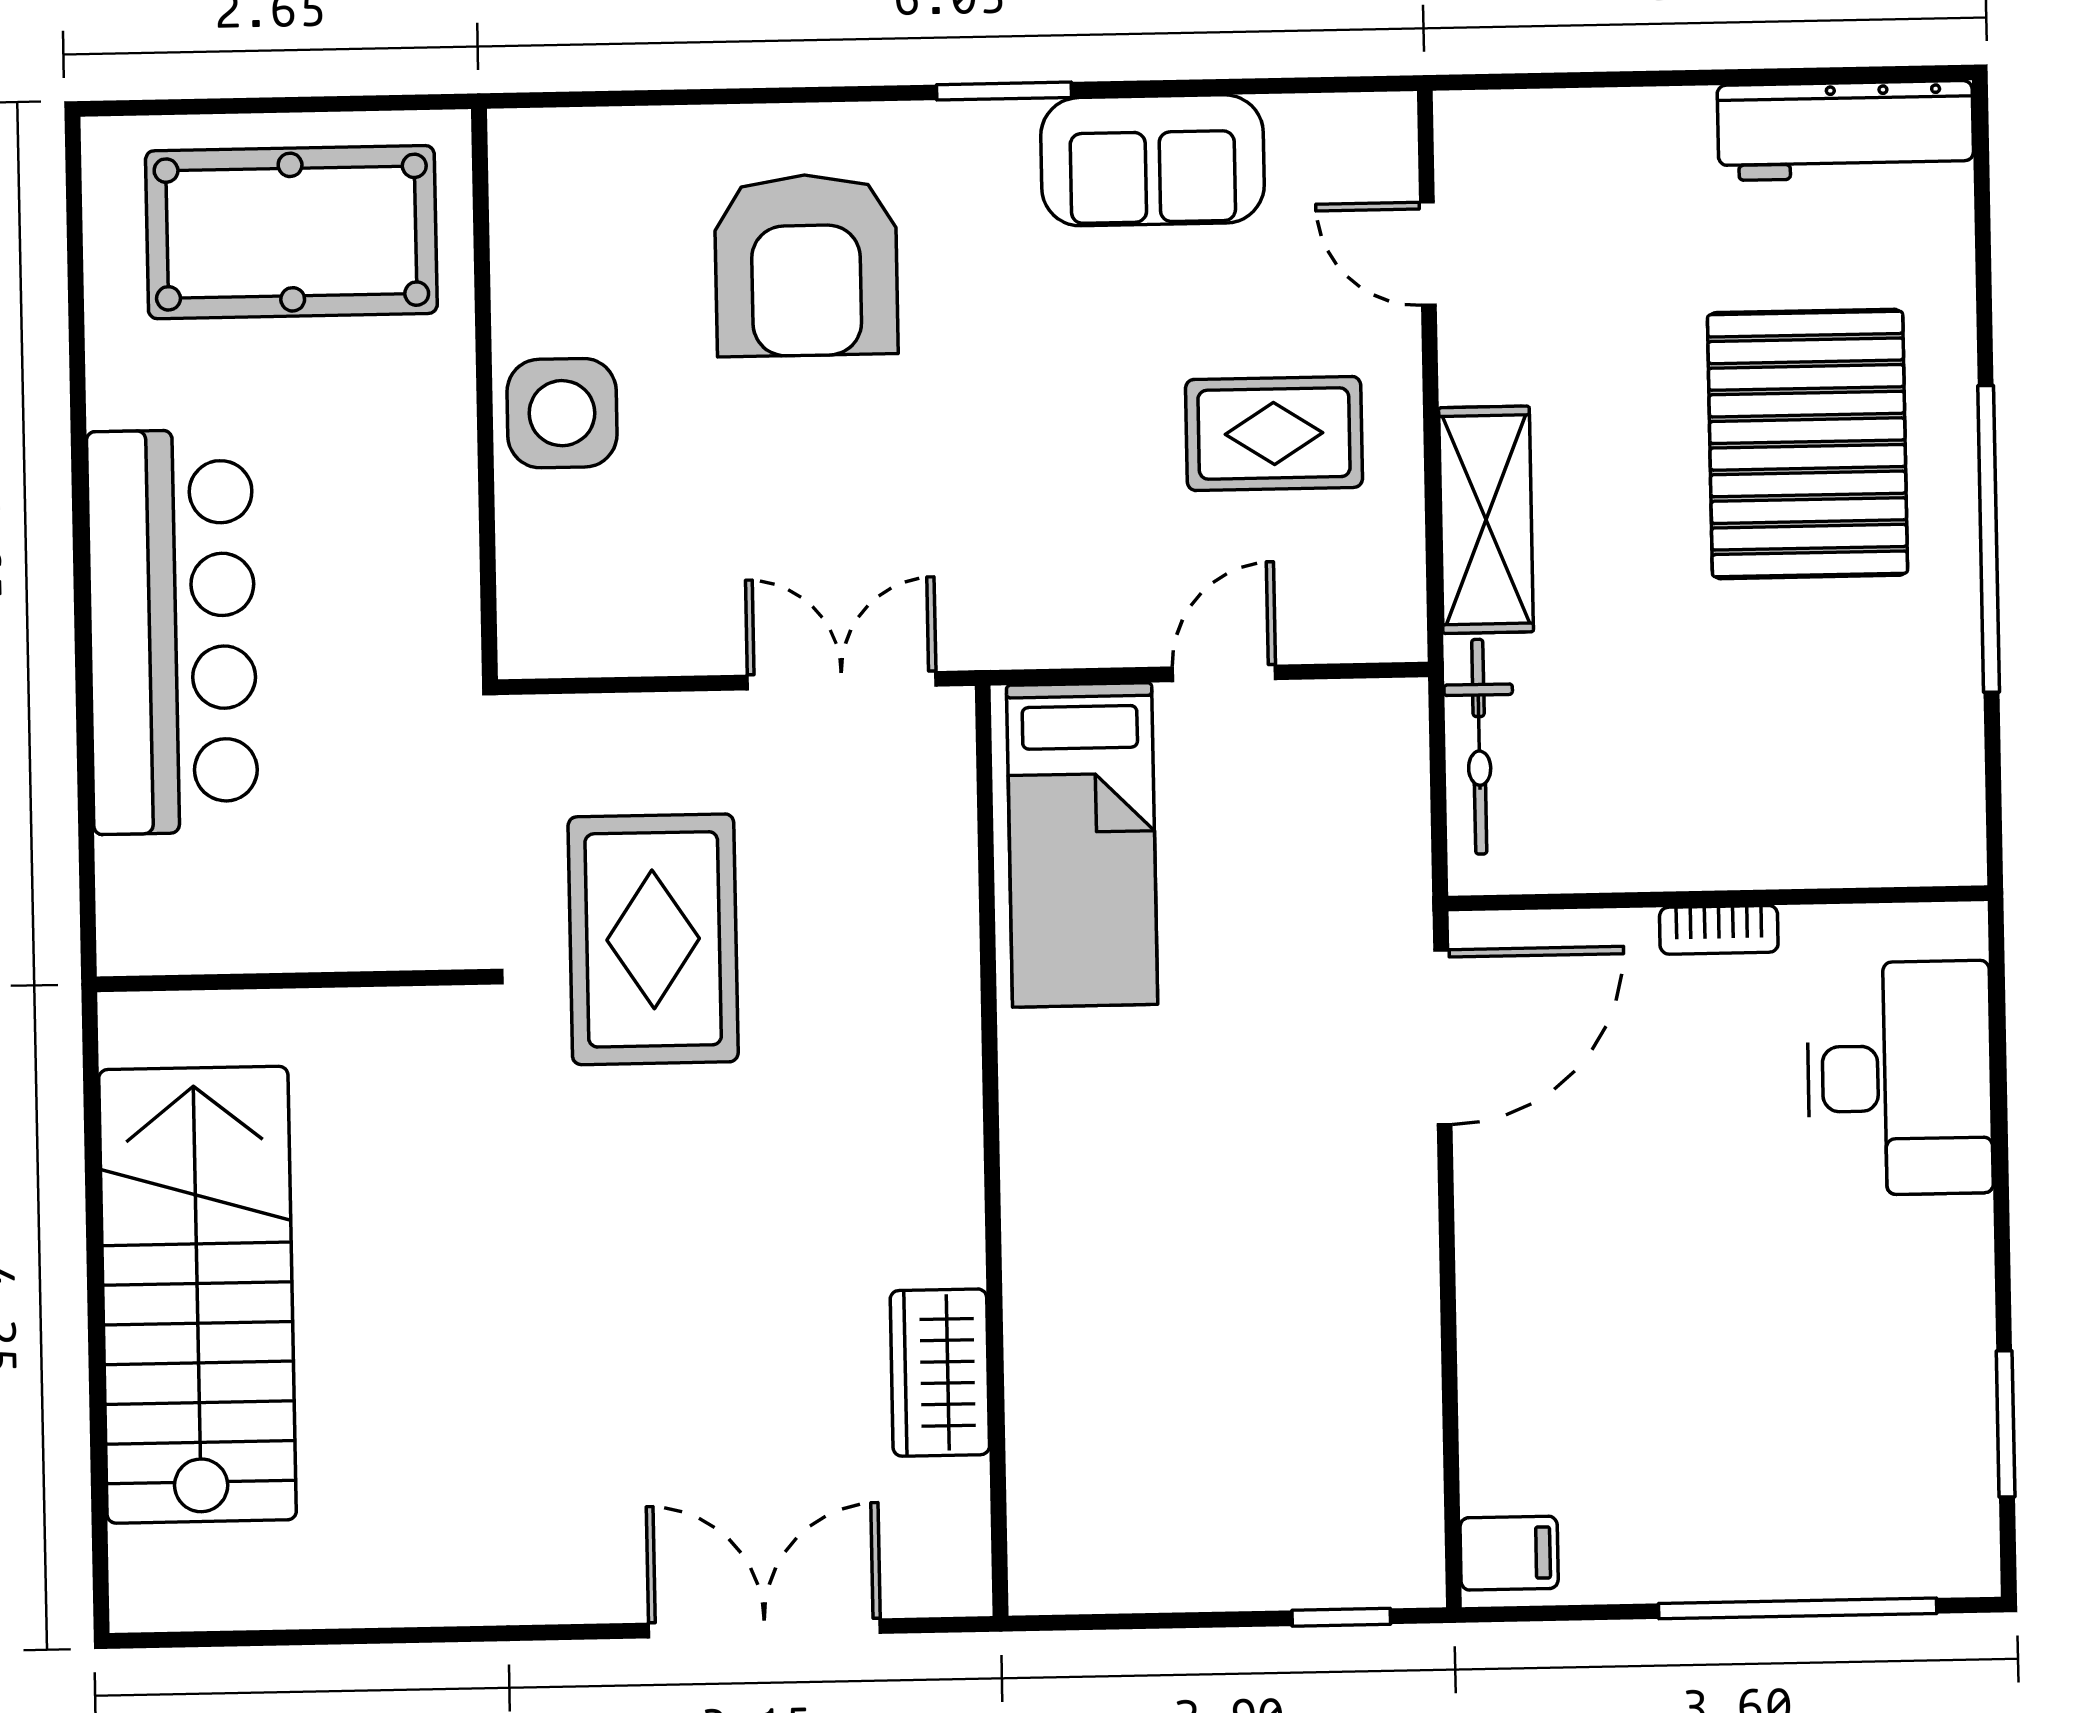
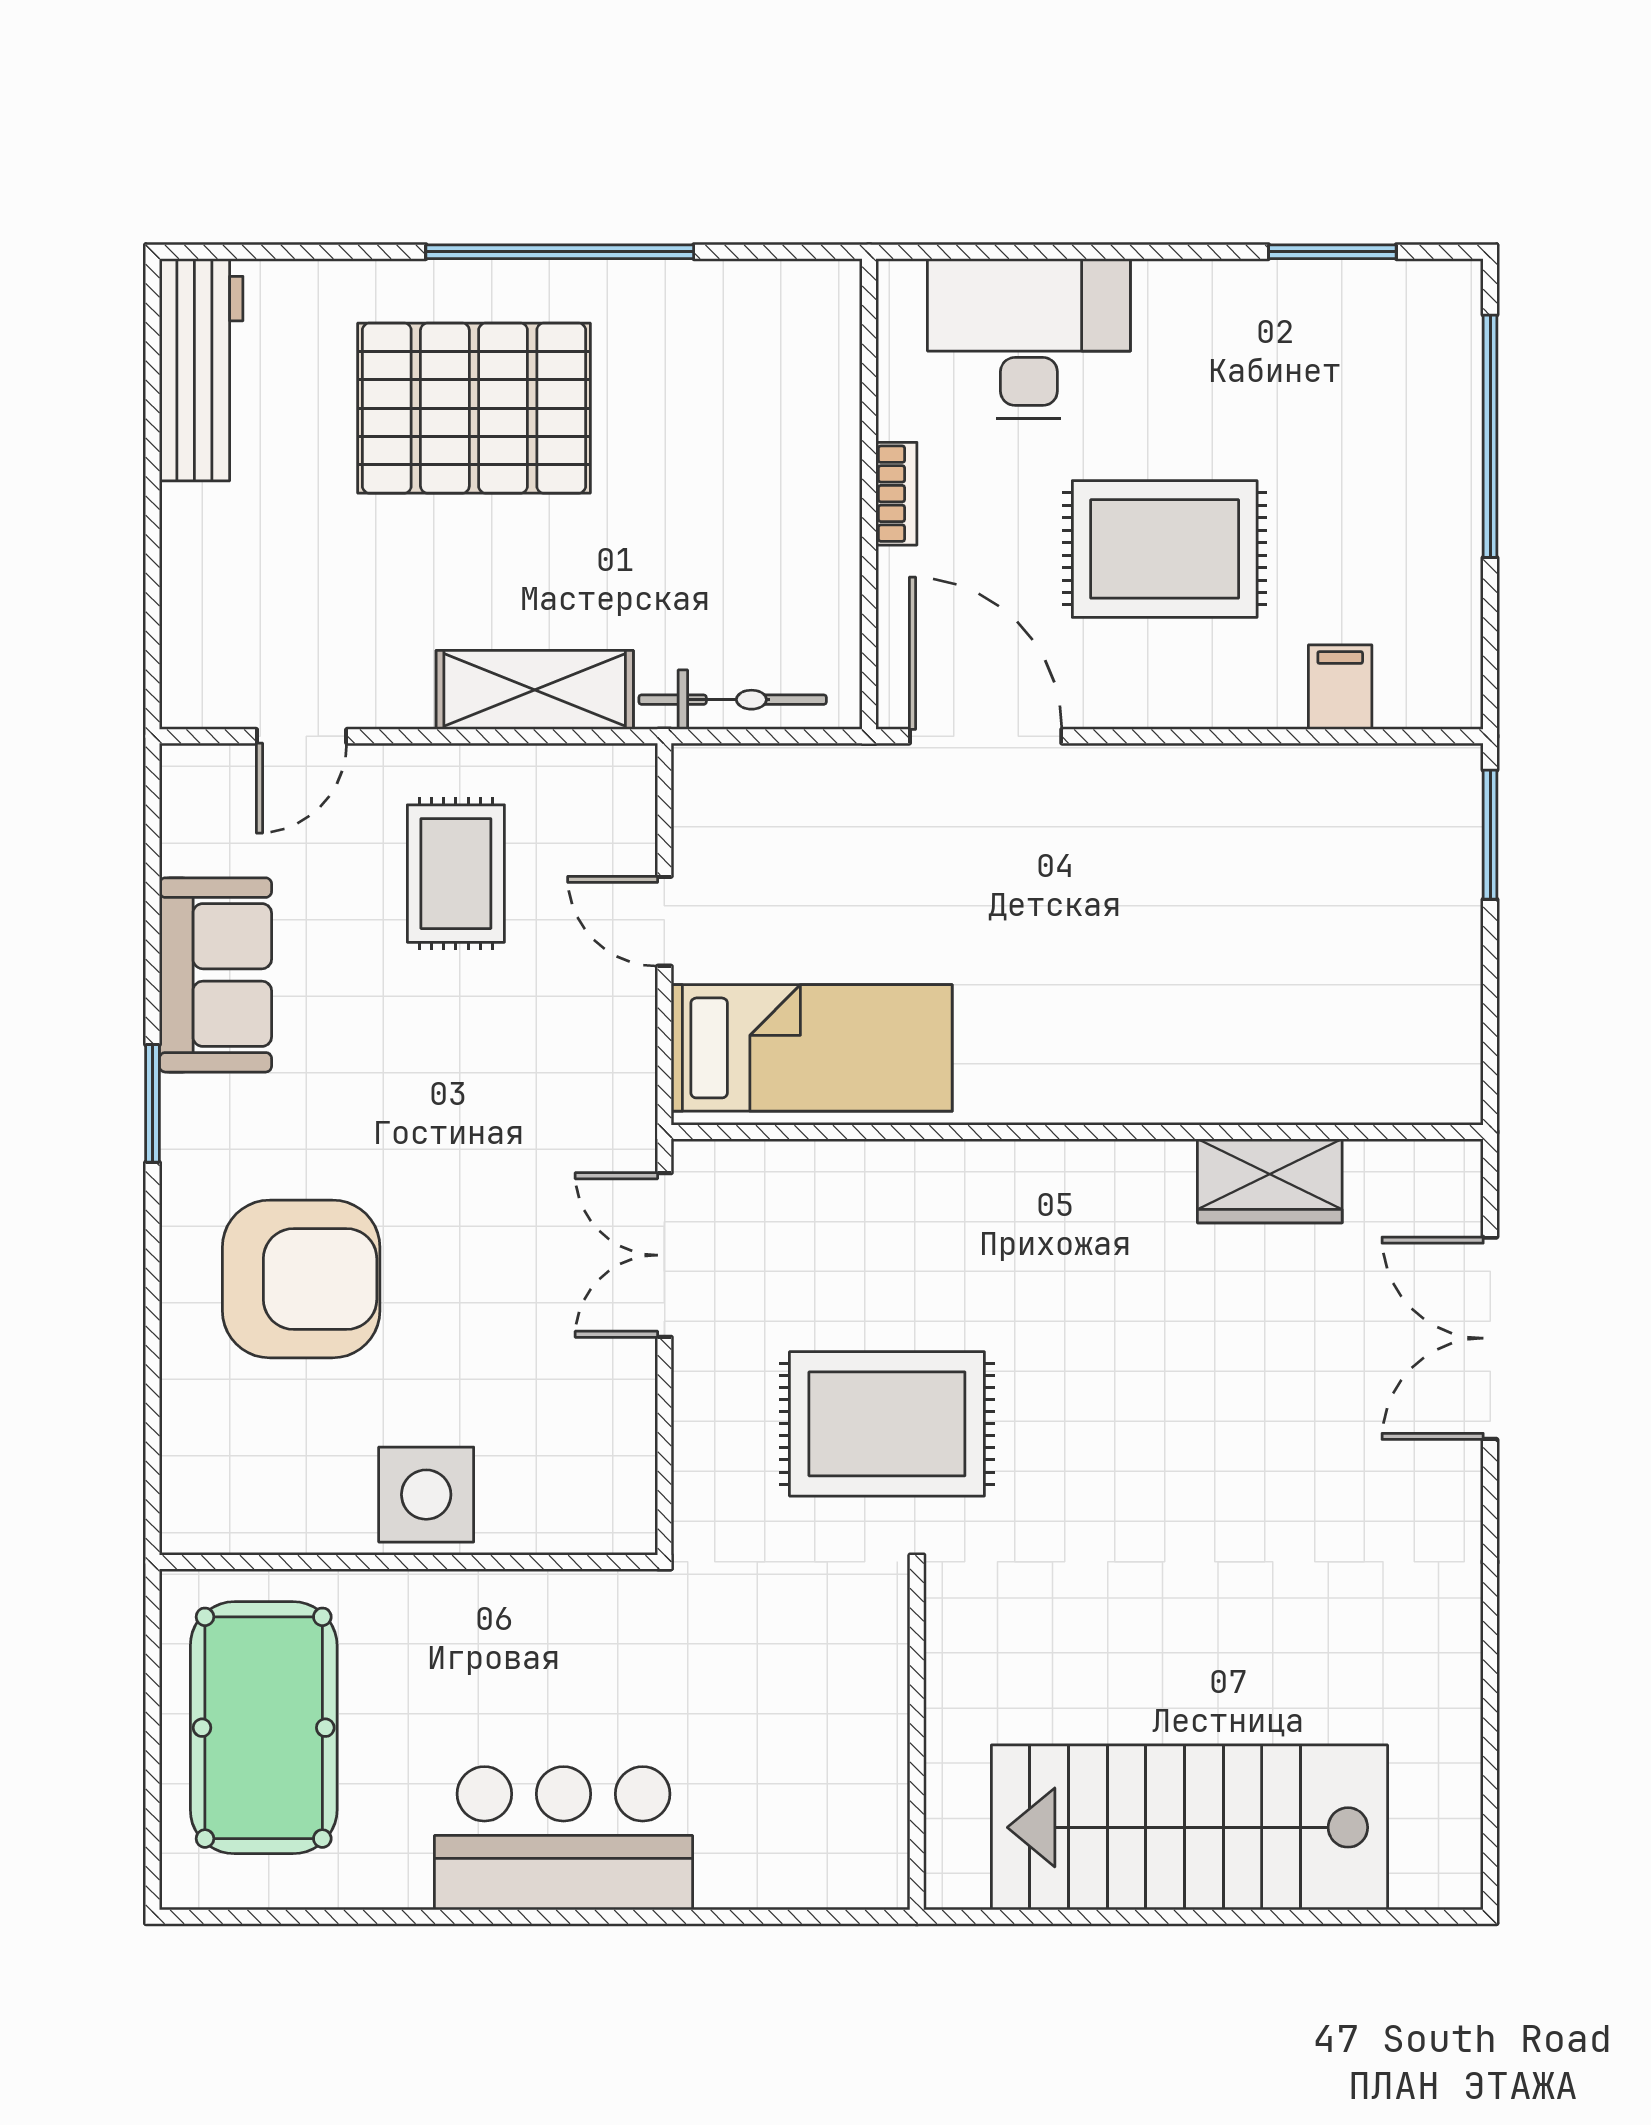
bar counter: (172, 632) -> (564, 1838), width x0.73
rug: (1661, 1238) -> (1165, 549), added
filing cabinet: (1509, 1553) -> (1340, 687), moved
window: (1341, 1617) -> (1490, 835), width x1.50

